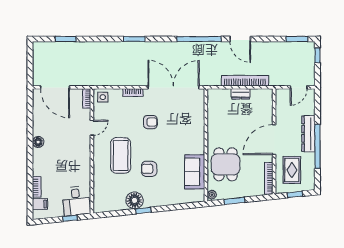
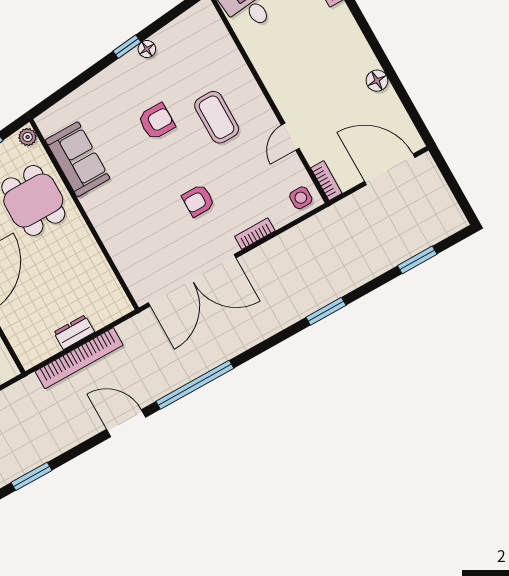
window: (134, 39) -> (326, 311), moved
floor lamp: (38, 142) -> (377, 81), moved
coffee table: (121, 155) -> (217, 117), width x0.73, depth x0.76
floor lamp: (135, 200) -> (147, 49), width x0.53, depth x0.53

